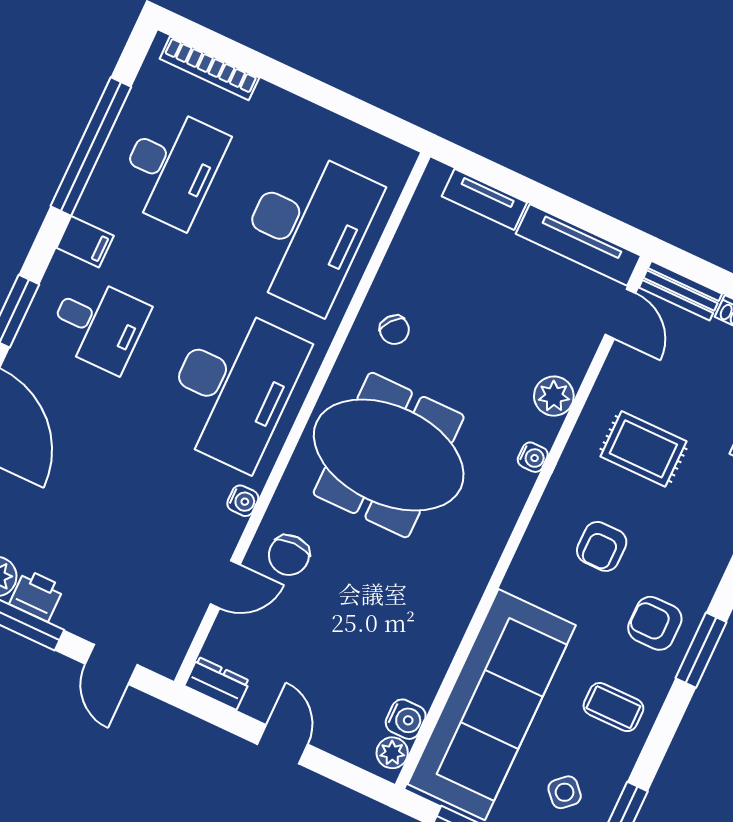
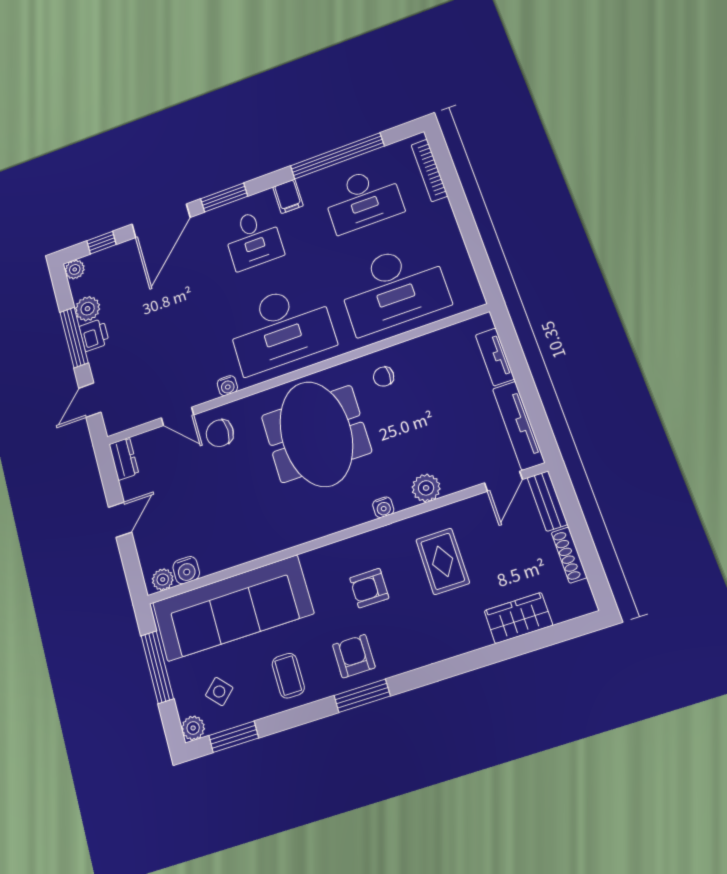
chair: (394, 330) -> (384, 377), turned 51

